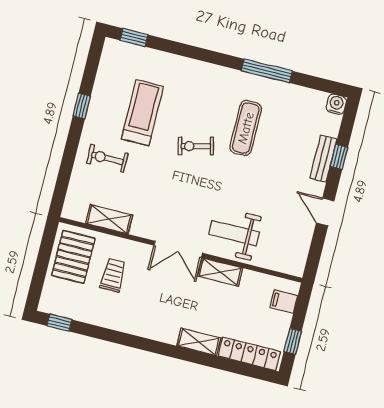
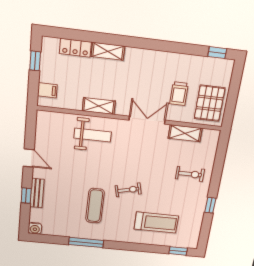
treadmill: (142, 113) -> (156, 223), moved, turned -90
double door: (178, 249) -> (147, 120), moved
locker: (249, 354) -> (75, 48), width x0.66

